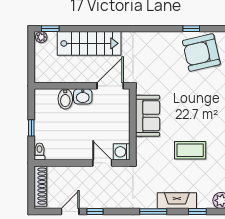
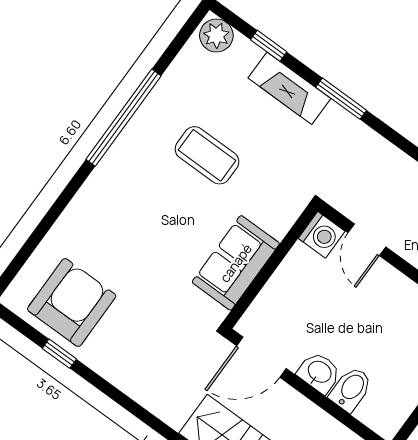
armchair: (201, 53) -> (72, 302), turned -77

